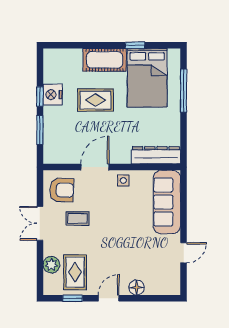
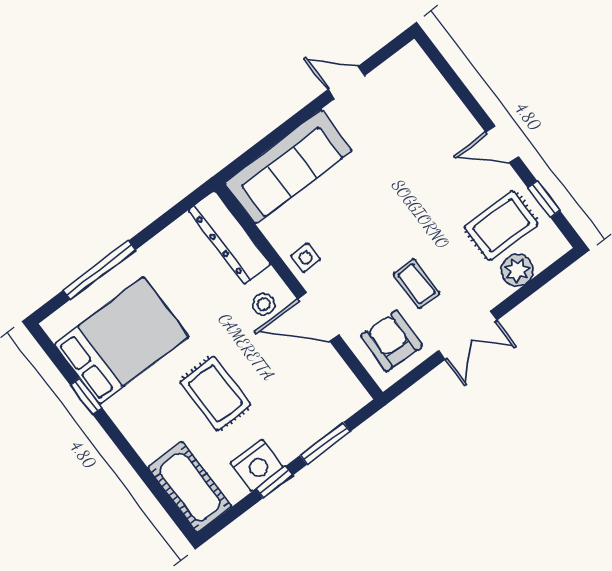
cot: (105, 60) -> (190, 487), moved
stool: (117, 148) -> (264, 304), added
floor lamp: (137, 287) -> (453, 114), removed

